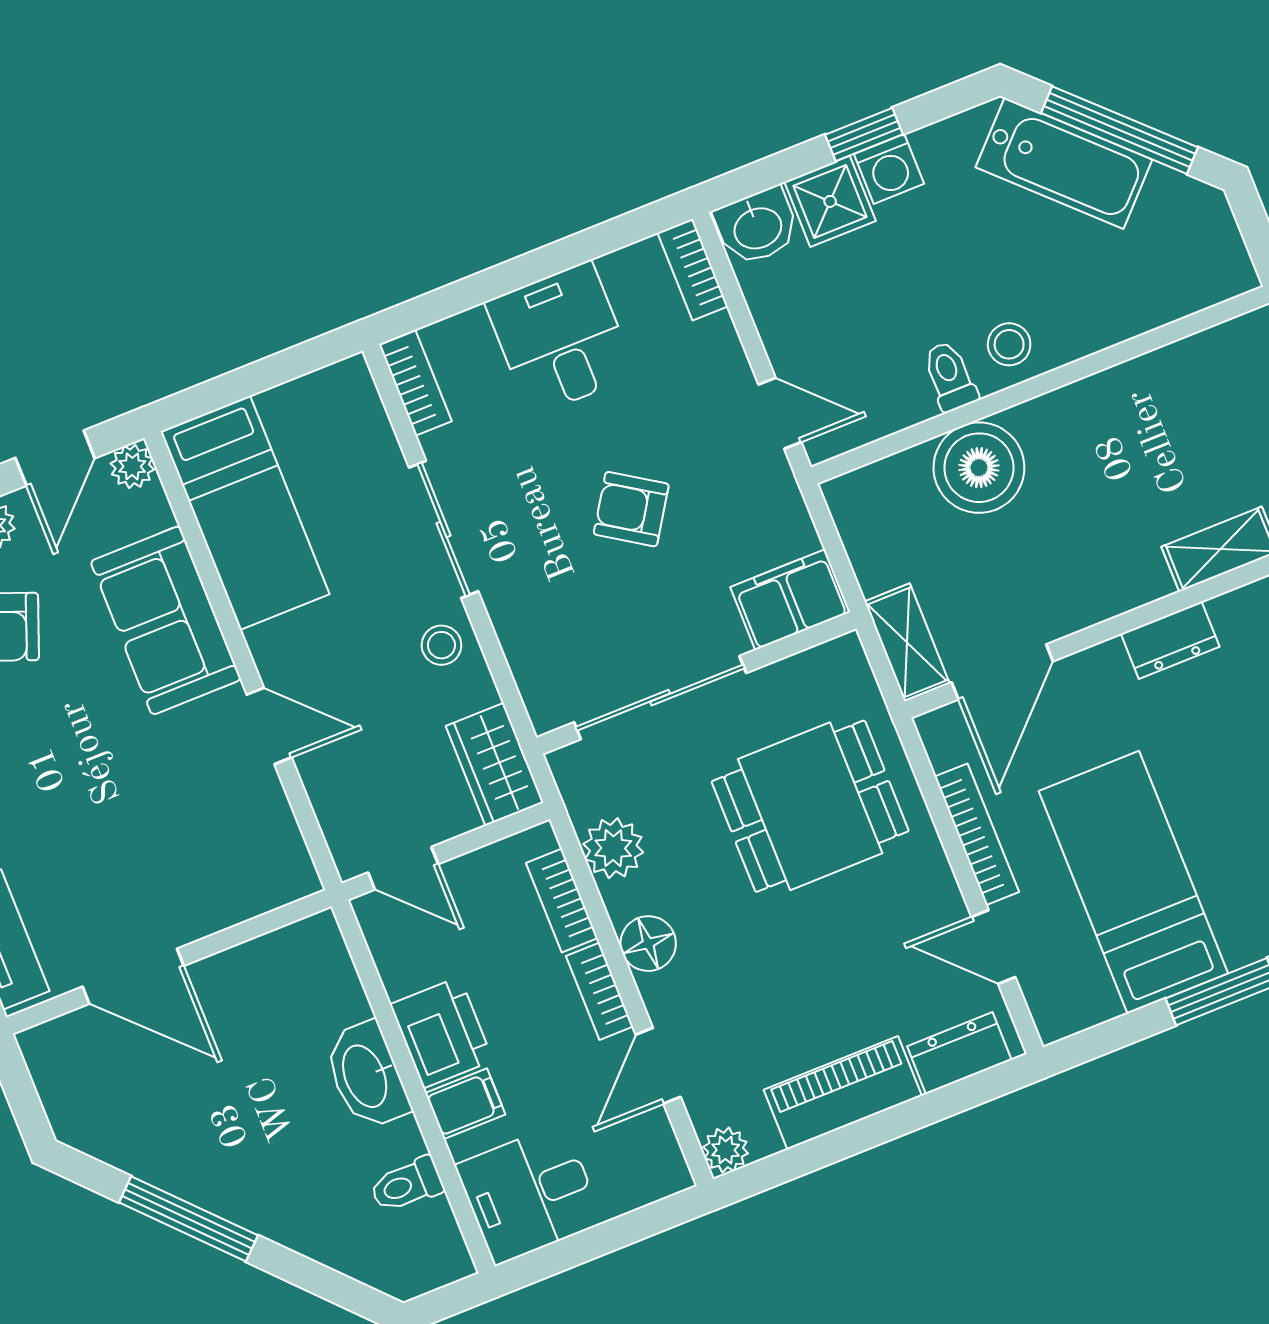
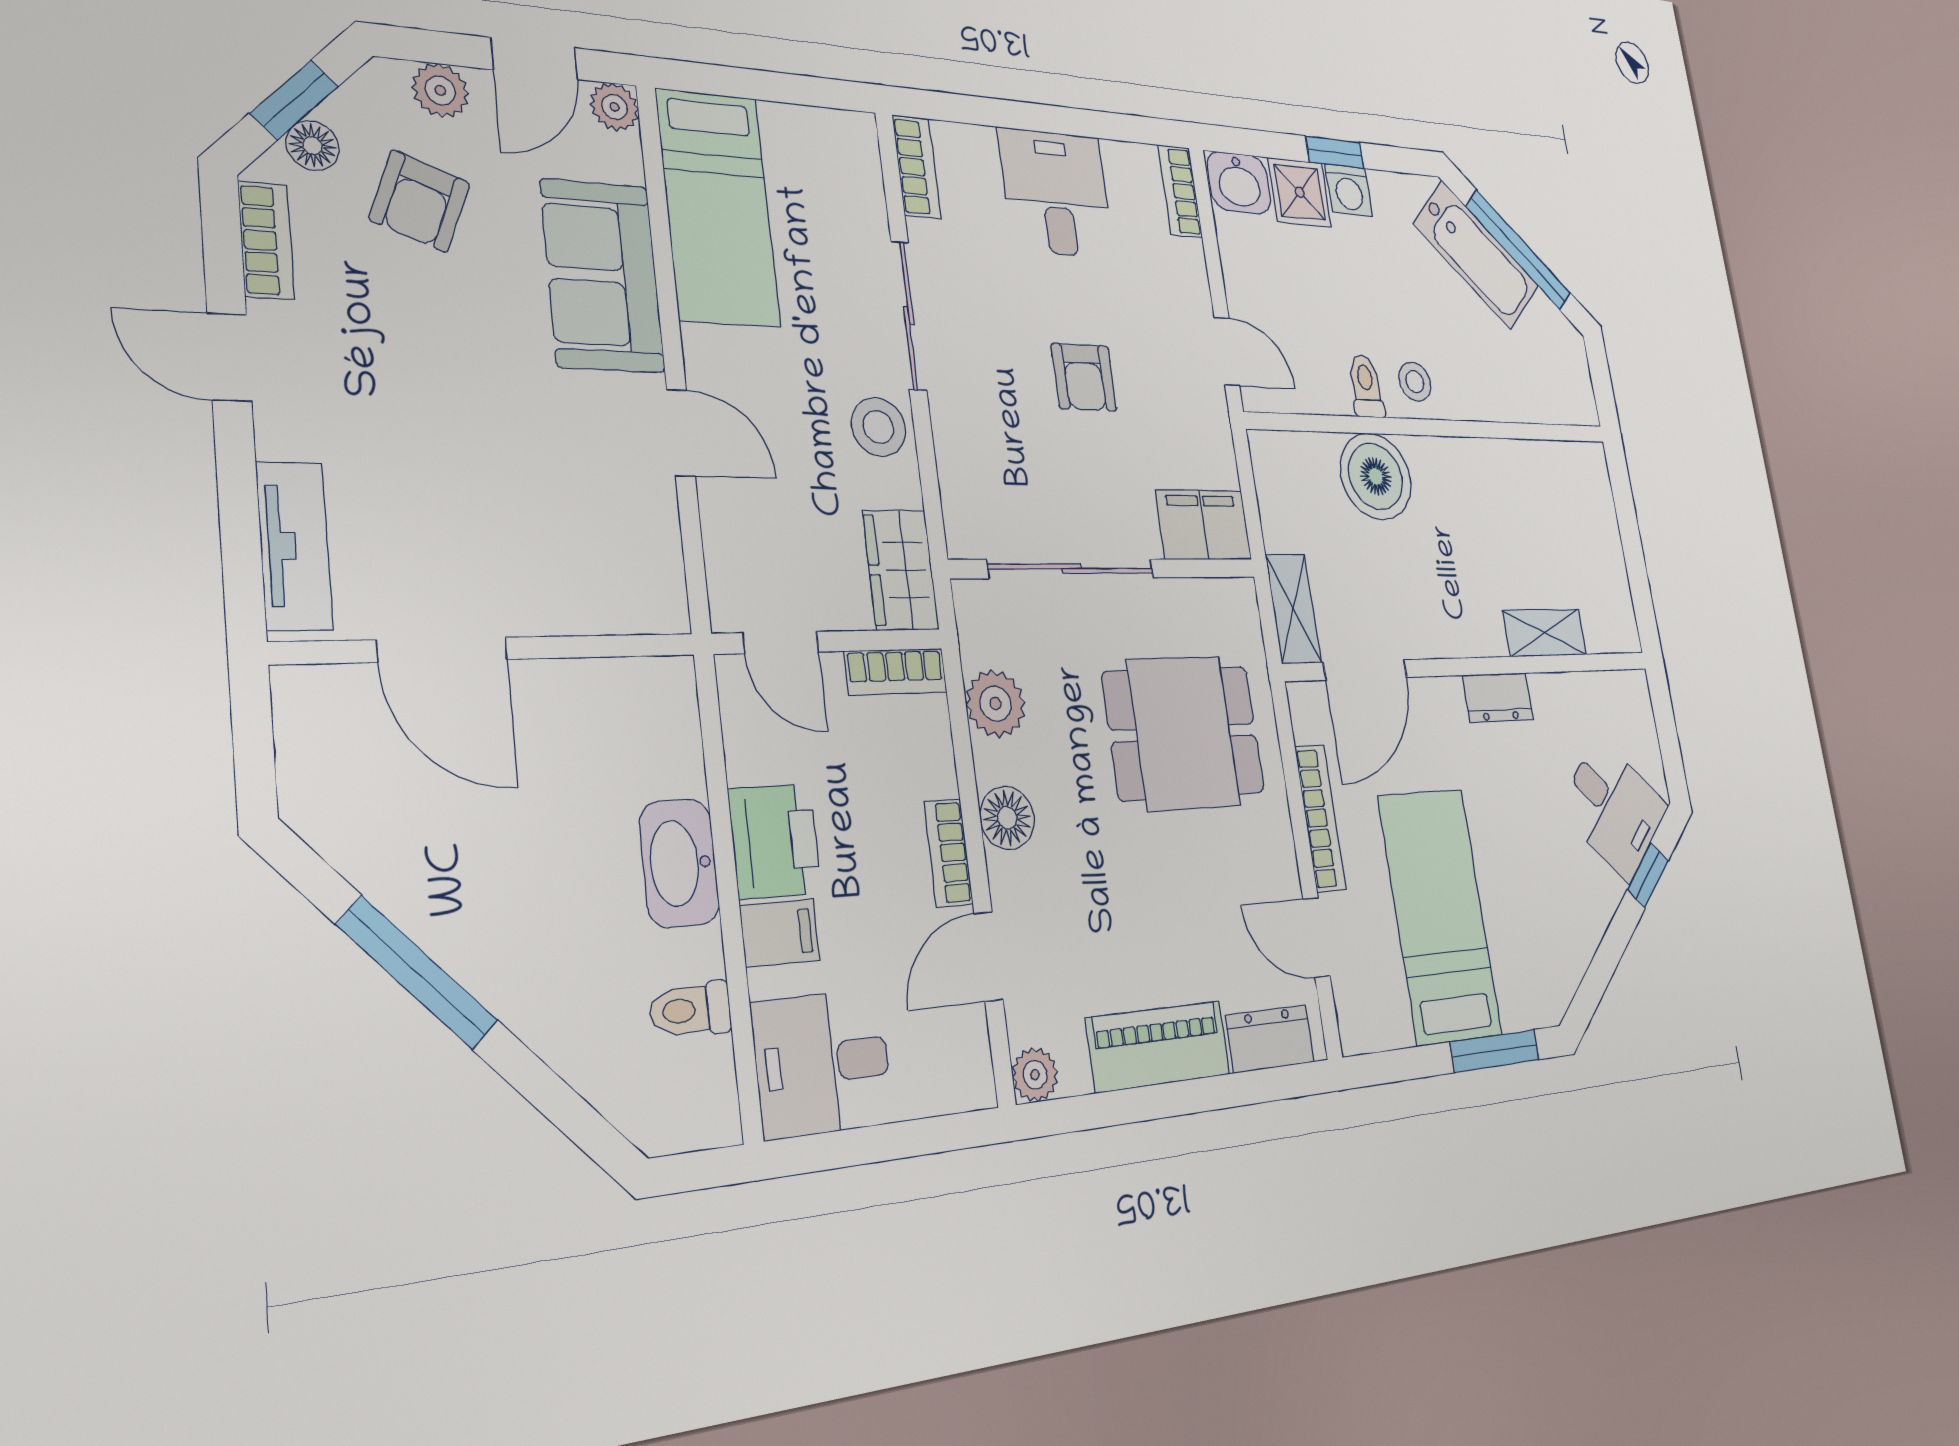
armchair: (631, 509) -> (1084, 377), turned -123
stool: (441, 645) -> (879, 427), width x1.37, depth x1.37
bookcase: (562, 900) -> (896, 672), moved, turned -90

